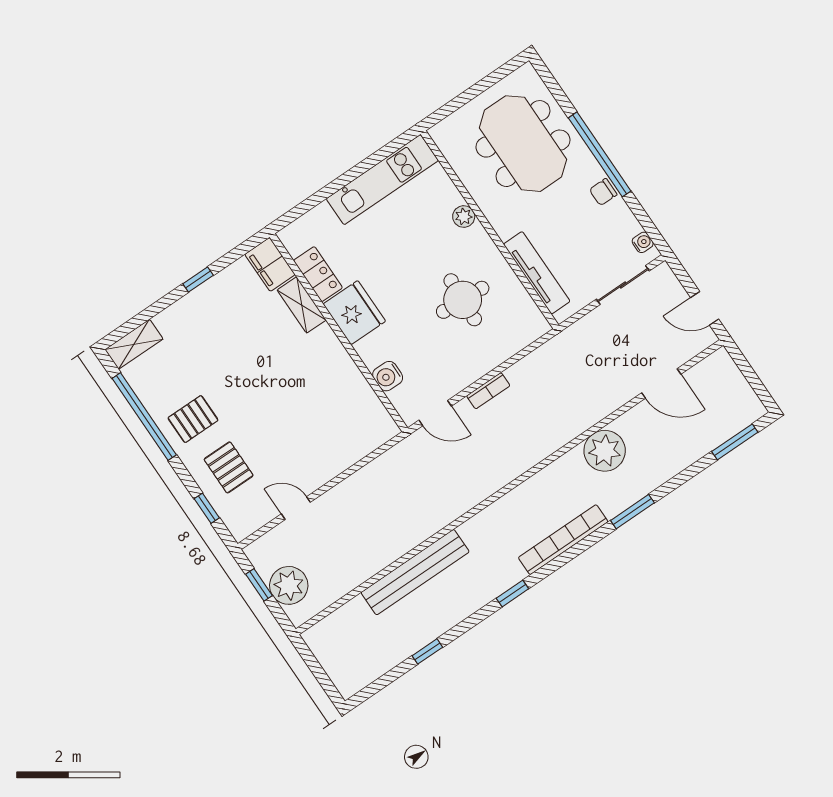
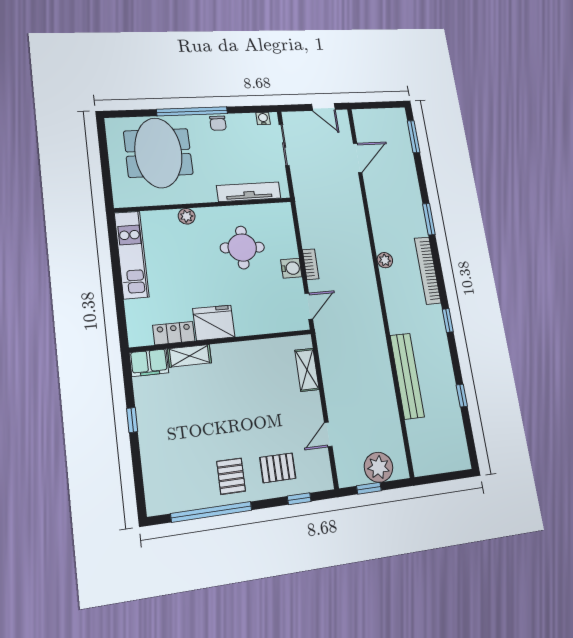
meeting table: (523, 144) -> (158, 153), turned 90
door: (705, 308) -> (323, 107), hinge flipped
shelving: (134, 344) -> (307, 370), moved
water cooler: (388, 376) -> (291, 268), moved, turned -90
plant: (605, 451) -> (385, 260), moved, width x0.53, depth x0.53

